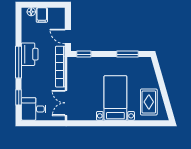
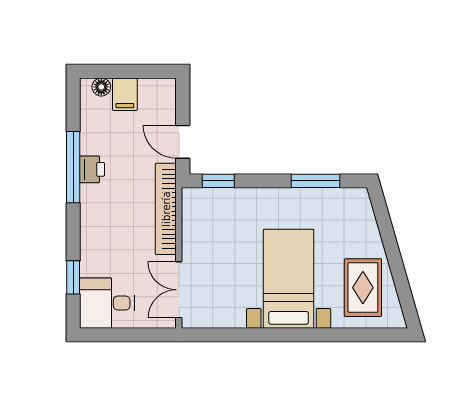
printer: (30, 54) -> (92, 169), width x0.53, depth x0.68
window: (19, 62) -> (73, 167), moved

